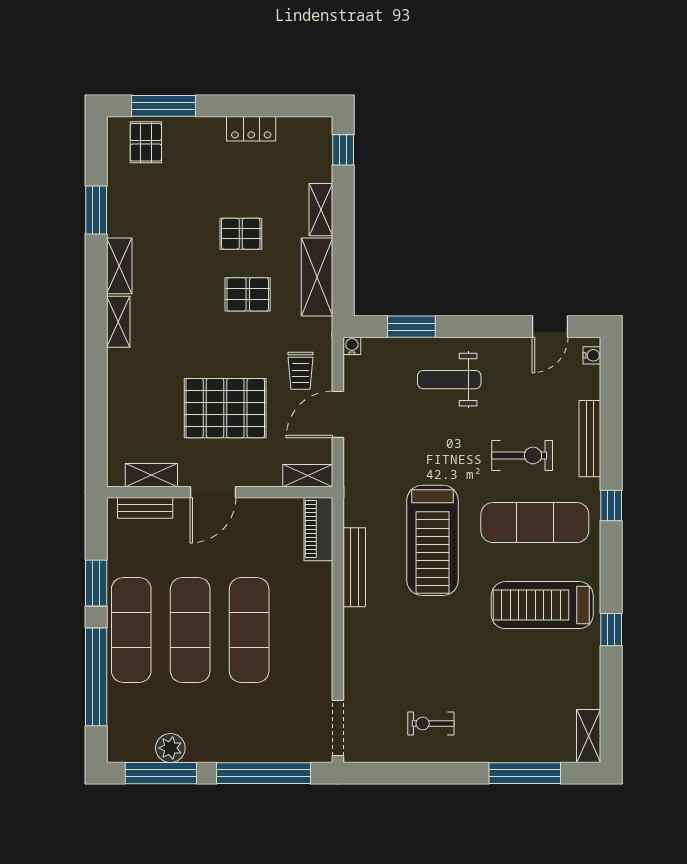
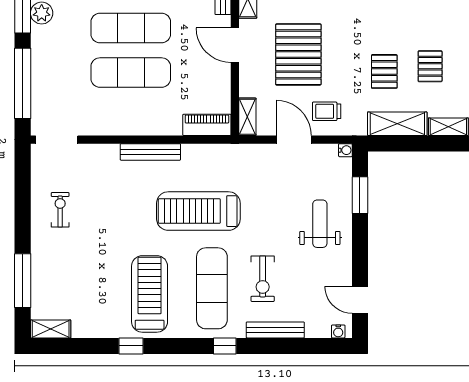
bench: (354, 567) -> (150, 152), moved

